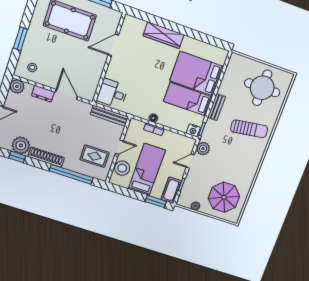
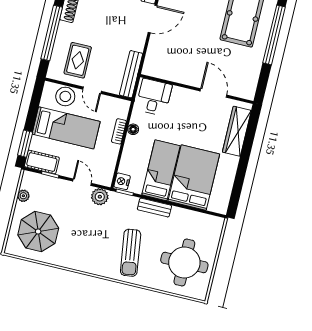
door: (113, 45) -> (213, 93), moved
wall: (109, 58) -> (197, 89), moved
desk: (112, 93) -> (154, 97), moved

